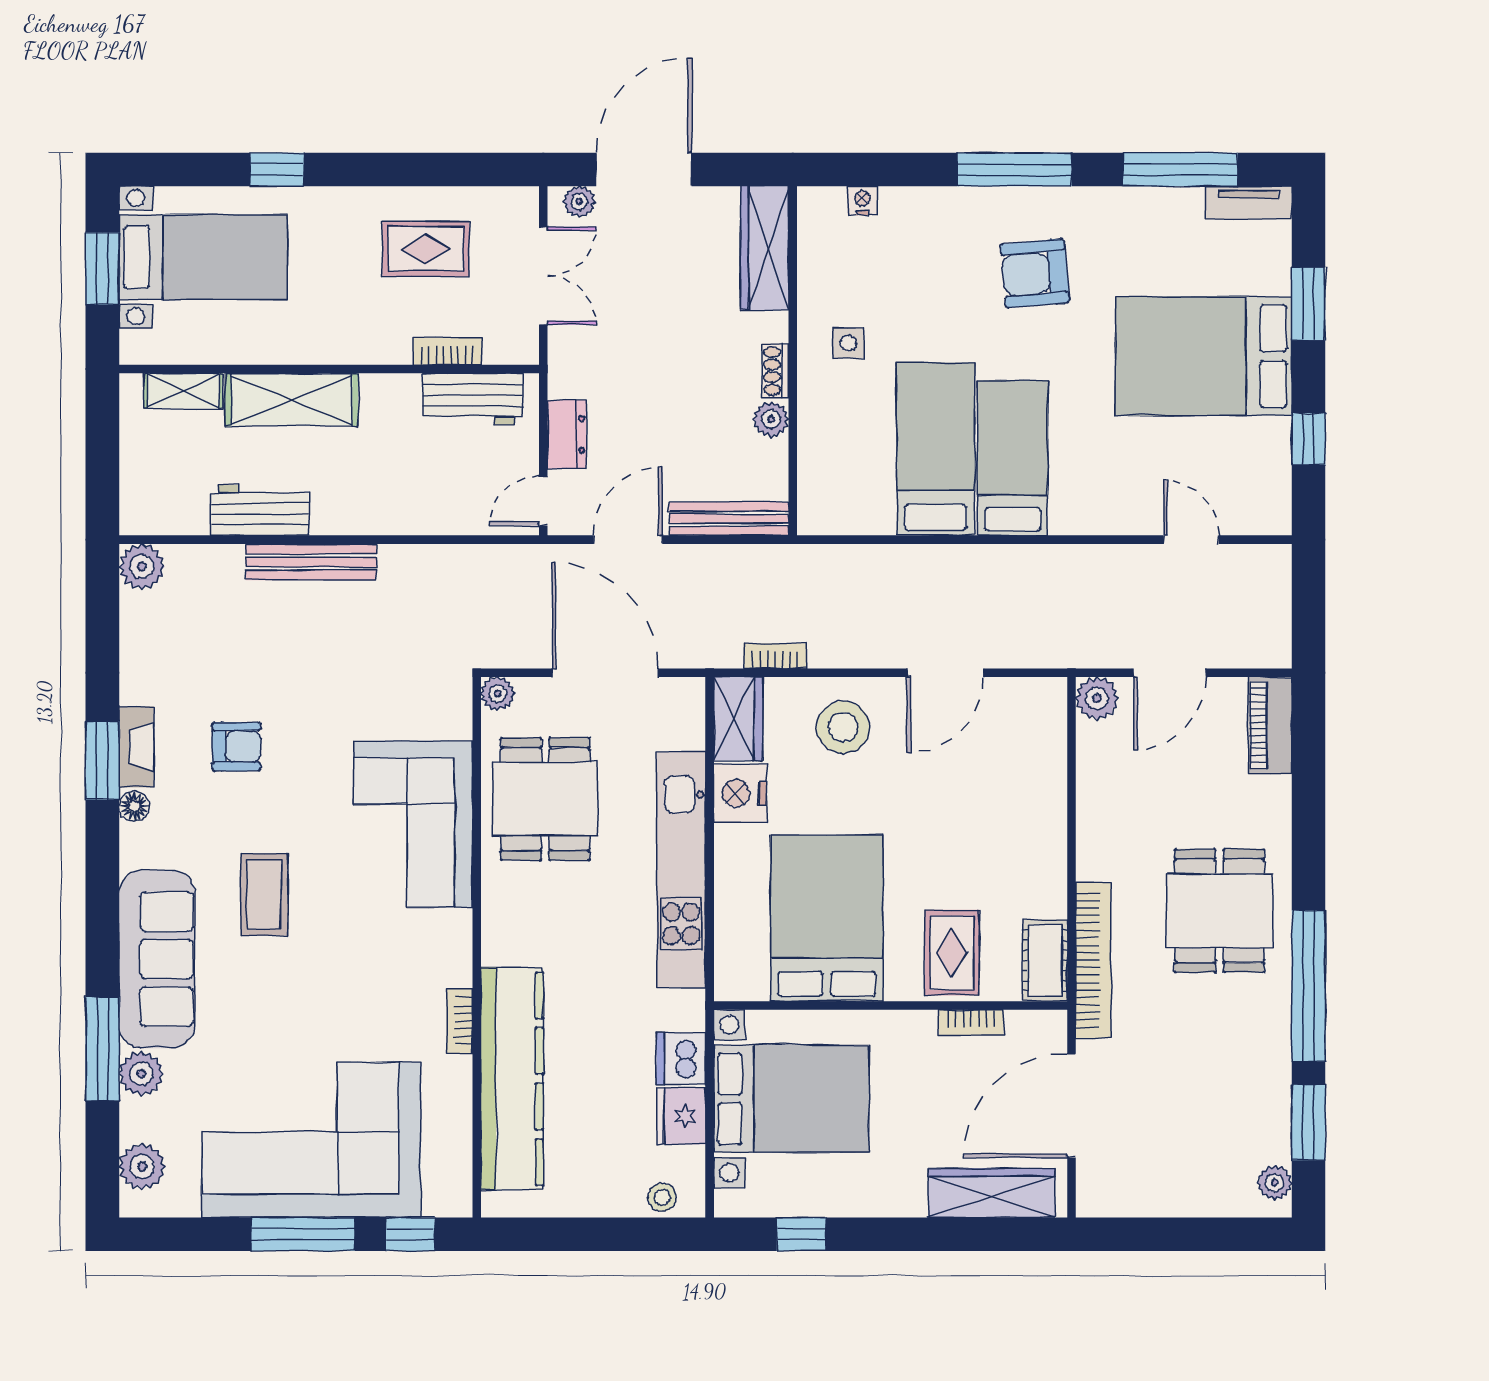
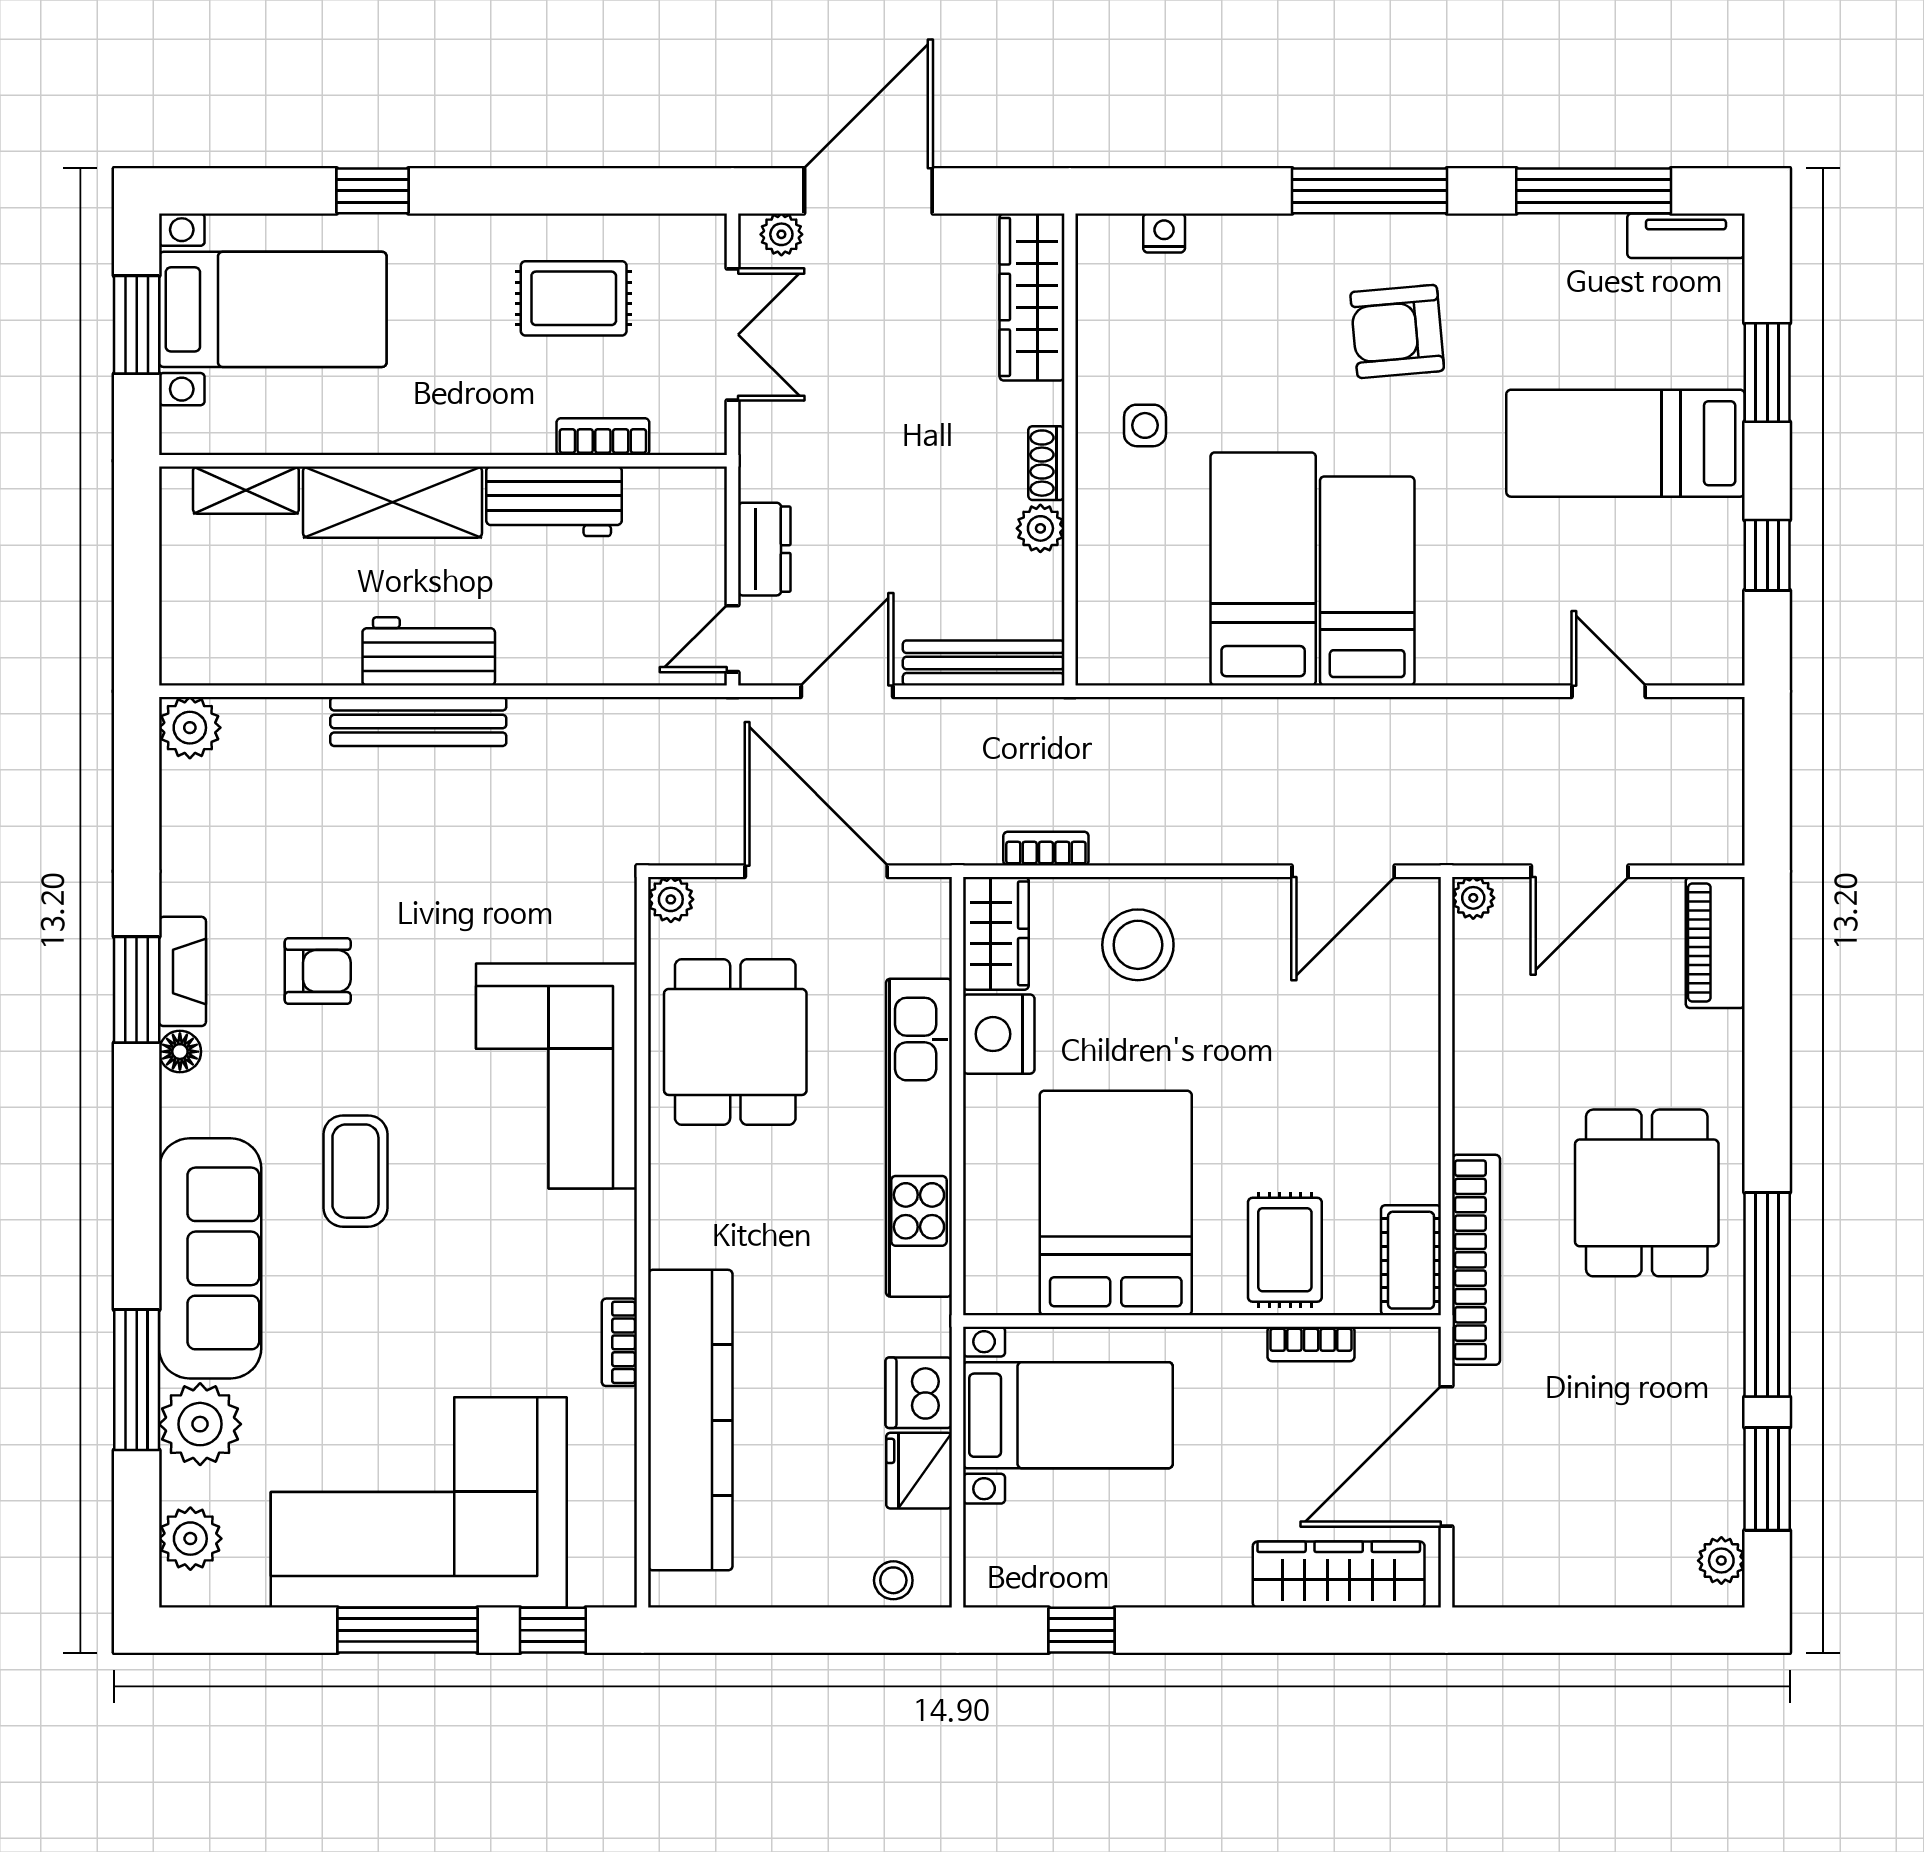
bed: (1204, 356) -> (1626, 443), width x0.67
workbench: (473, 399) -> (554, 501), moved
workbench: (260, 510) -> (429, 651), moved
door: (945, 673) -> (1343, 871), moved
plant: (1097, 698) -> (1473, 898), width x0.73, depth x0.73
plant: (141, 1074) -> (200, 1424), width x1.36, depth x1.36
bed with nightstands: (791, 1099) -> (1068, 1415), width x0.73

